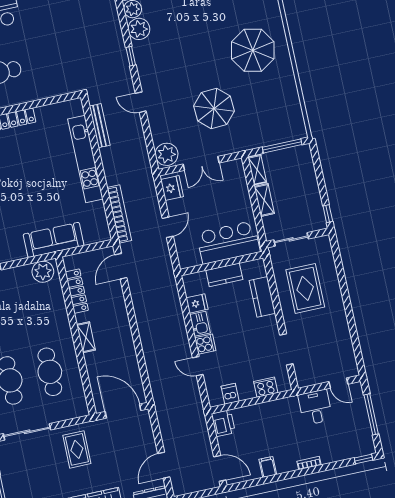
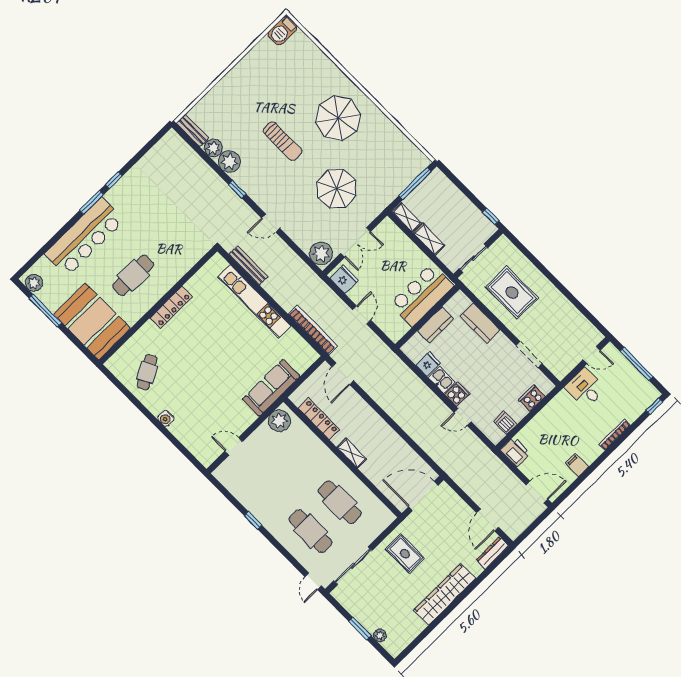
sun lounger: (194, 40) -> (283, 141), added
bookcase: (309, 463) -> (615, 435), width x1.56

